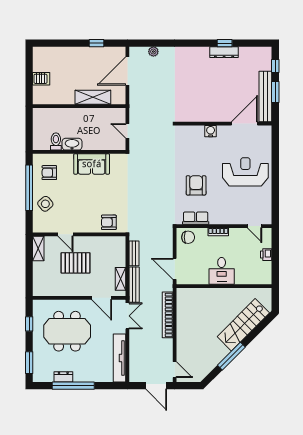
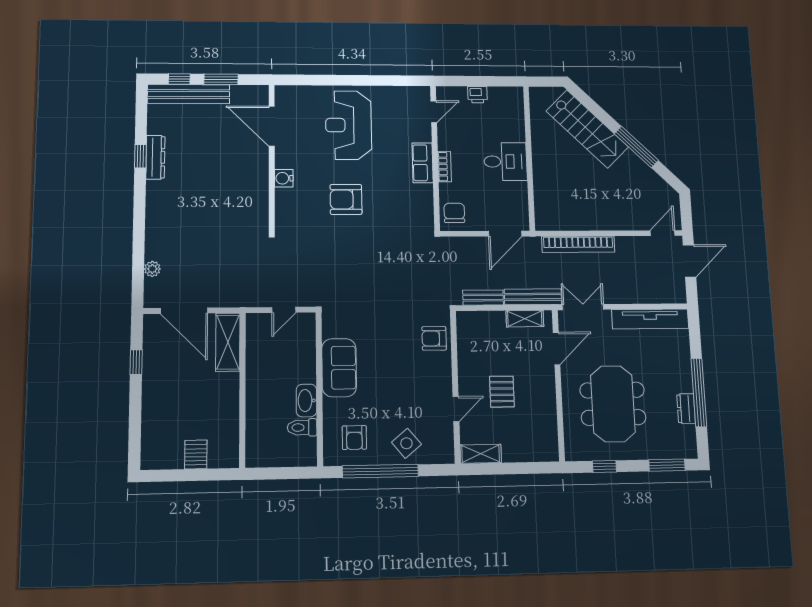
shelving: (93, 97) -> (228, 342), moved
bench: (265, 97) -> (189, 94), moved
armchair: (196, 185) -> (346, 199), moved
row of seats: (196, 218) -> (423, 163), moved
armchair: (109, 222) -> (434, 338), turned 90
pallet: (76, 263) -> (502, 392), width x0.67, depth x0.71

